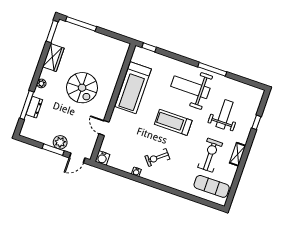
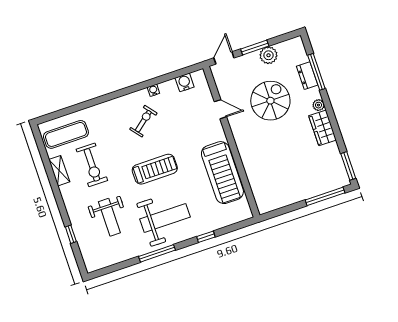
window: (149, 47) -> (206, 237), moved
wardrobe: (53, 58) -> (322, 128), moved
spiral stairs: (82, 88) -> (270, 101), moved, turned 90
treadmill: (133, 88) -> (222, 173), turned 180
plant: (60, 142) -> (268, 55), moved
shelving: (238, 154) -> (59, 171), moved
water cooler: (102, 158) -> (185, 82), moved

